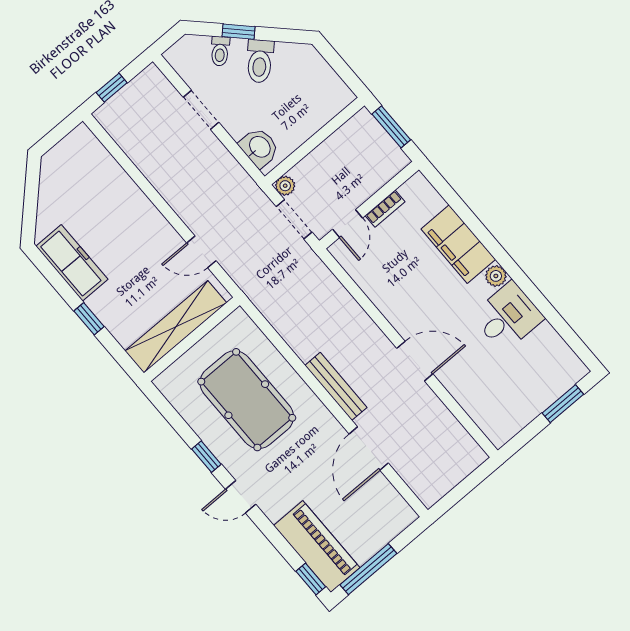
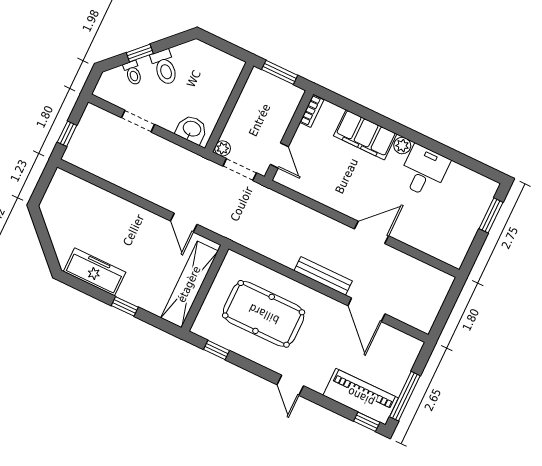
bookcase: (385, 209) -> (312, 111), moved
door: (201, 252) -> (184, 223), hinge flipped
window: (206, 457) -> (216, 350), moved
door: (241, 497) -> (290, 385), hinge flipped

